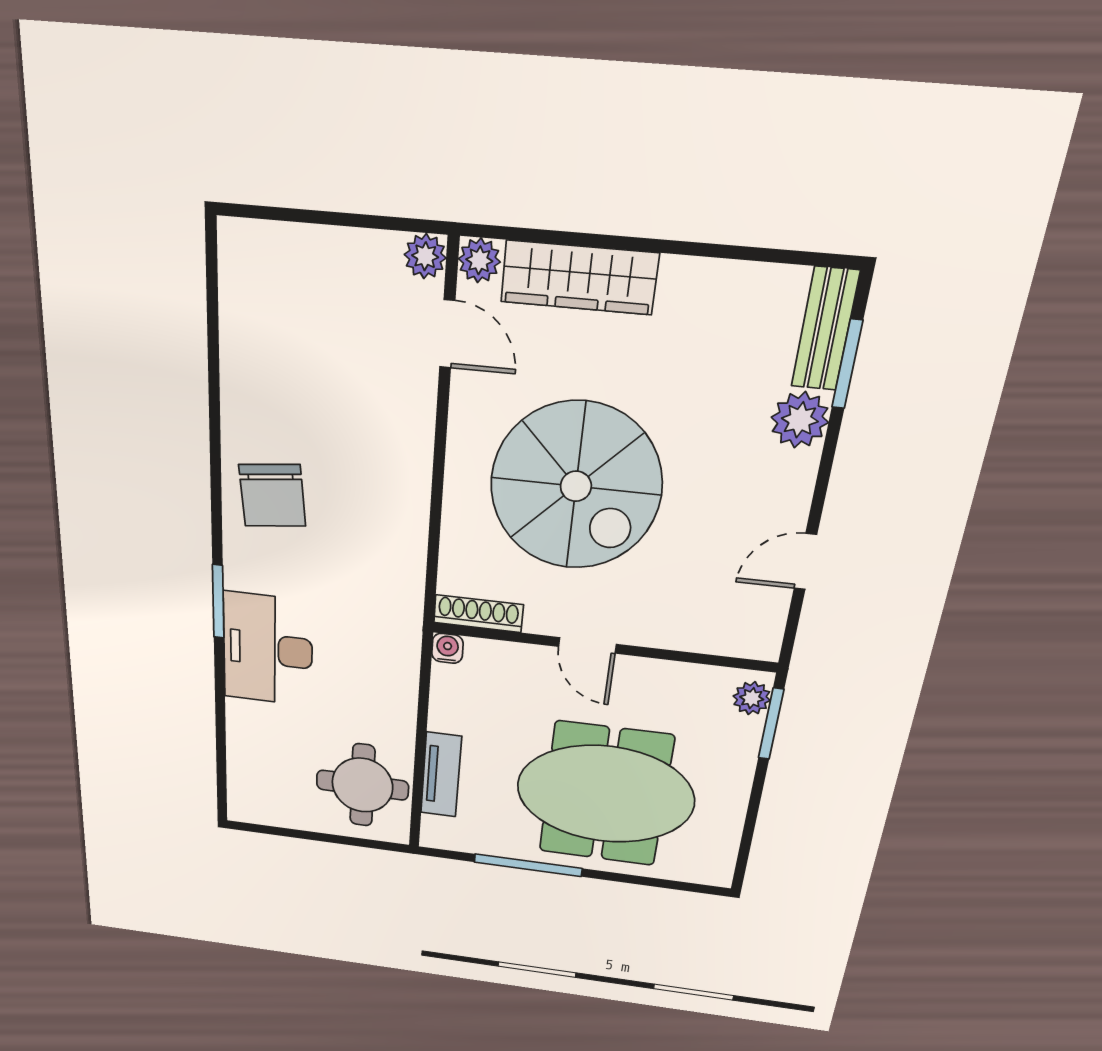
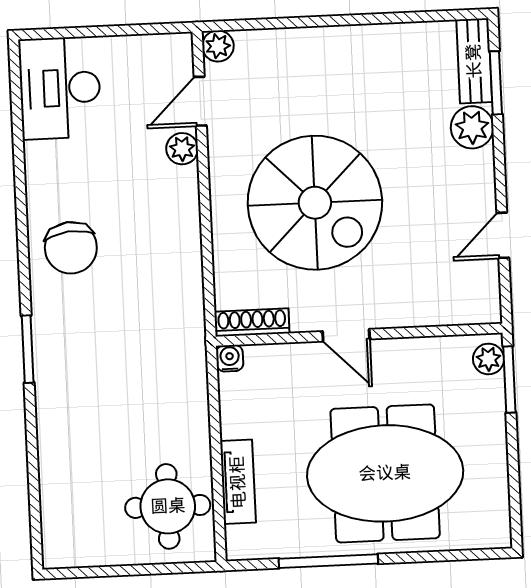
plant: (425, 256) -> (182, 149), moved
wardrobe: (579, 278) -> (292, 49), removed
door: (447, 334) -> (200, 101), swing flipped
desk: (268, 649) -> (60, 88), moved

